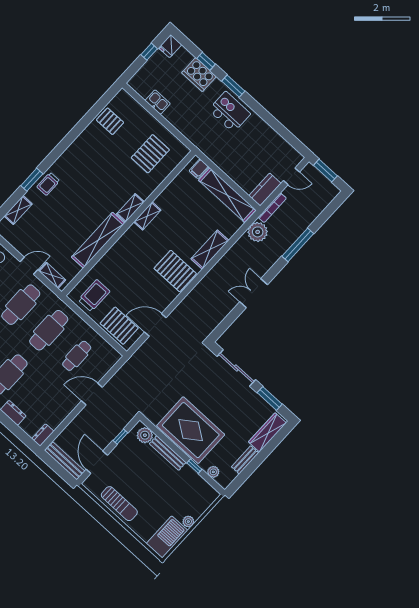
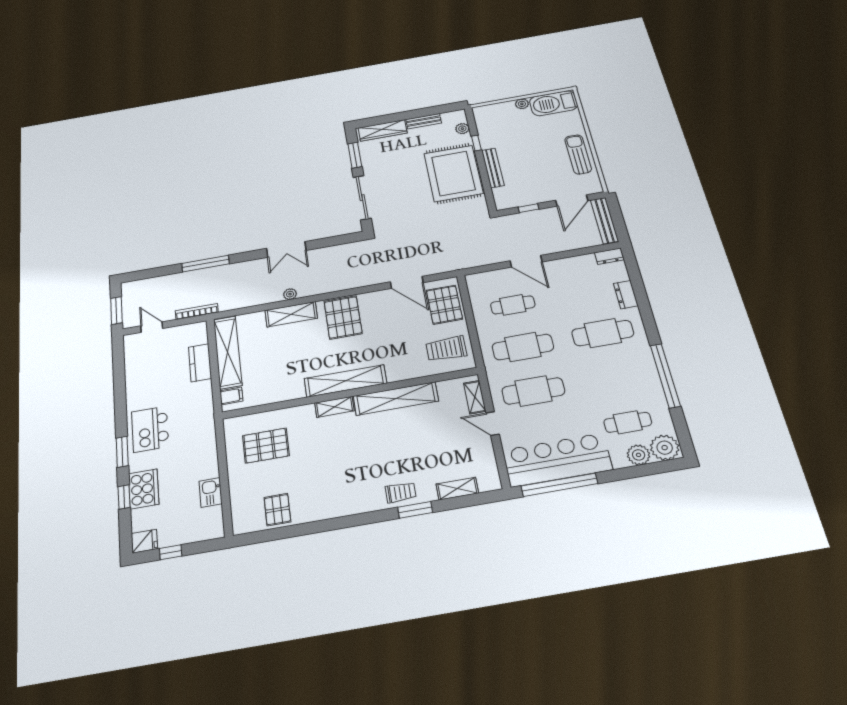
kitchen counter: (265, 190) -> (200, 363), moved, turned 90
shelving: (147, 216) -> (345, 381), width x2.20, depth x1.33
plant: (258, 232) -> (290, 294), moved, width x0.53, depth x0.53
plant: (145, 435) -> (502, 195), removed

